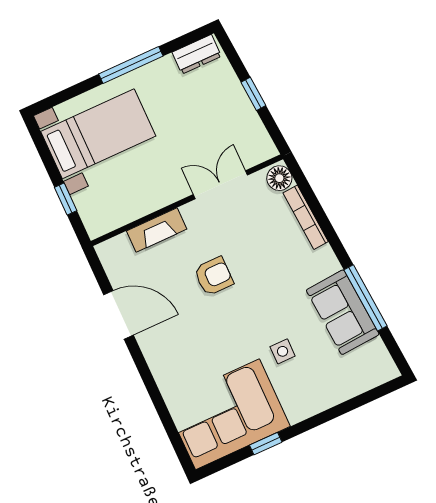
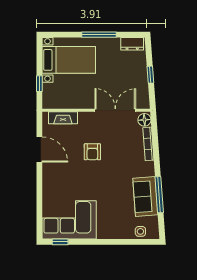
double door: (220, 185) -> (115, 110), width x1.37
fireplace: (157, 230) -> (63, 118), moved
armchair: (214, 276) -> (92, 152), turned 90
side table: (283, 351) -> (140, 231), moved
window: (266, 444) -> (60, 242), moved

